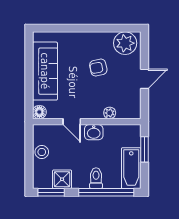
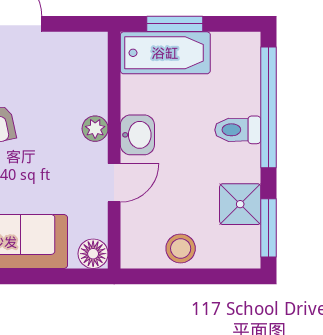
plant: (110, 113) -> (95, 129), moved
bathtub: (131, 168) -> (165, 53), moved

